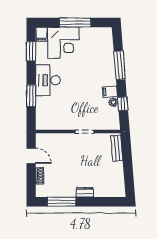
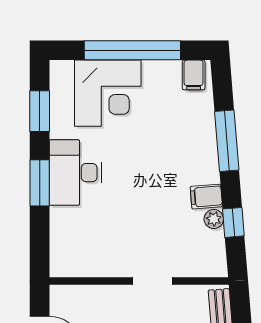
window: (75, 22) -> (132, 50), width x1.46
filing cabinet: (42, 34) -> (194, 75), moved
window: (31, 96) -> (40, 183), moved

